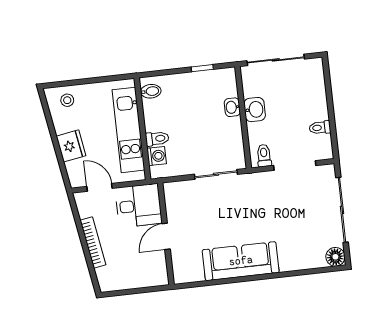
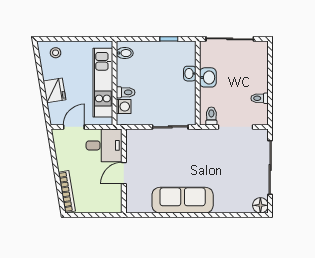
door: (99, 187) -> (74, 127), hinge flipped
bookcase: (93, 243) -> (67, 192), moved

